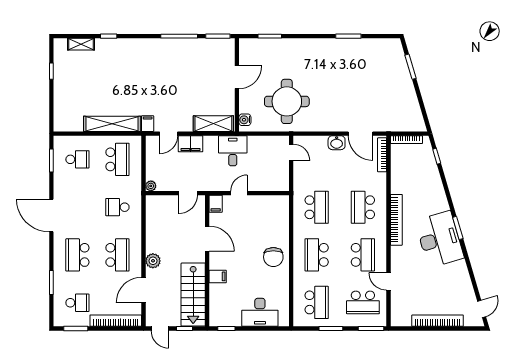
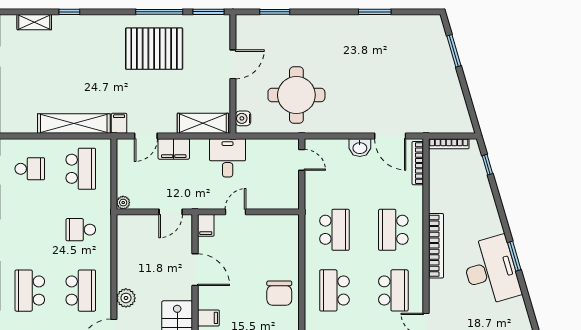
pallet: (175, 65) -> (154, 49), added

